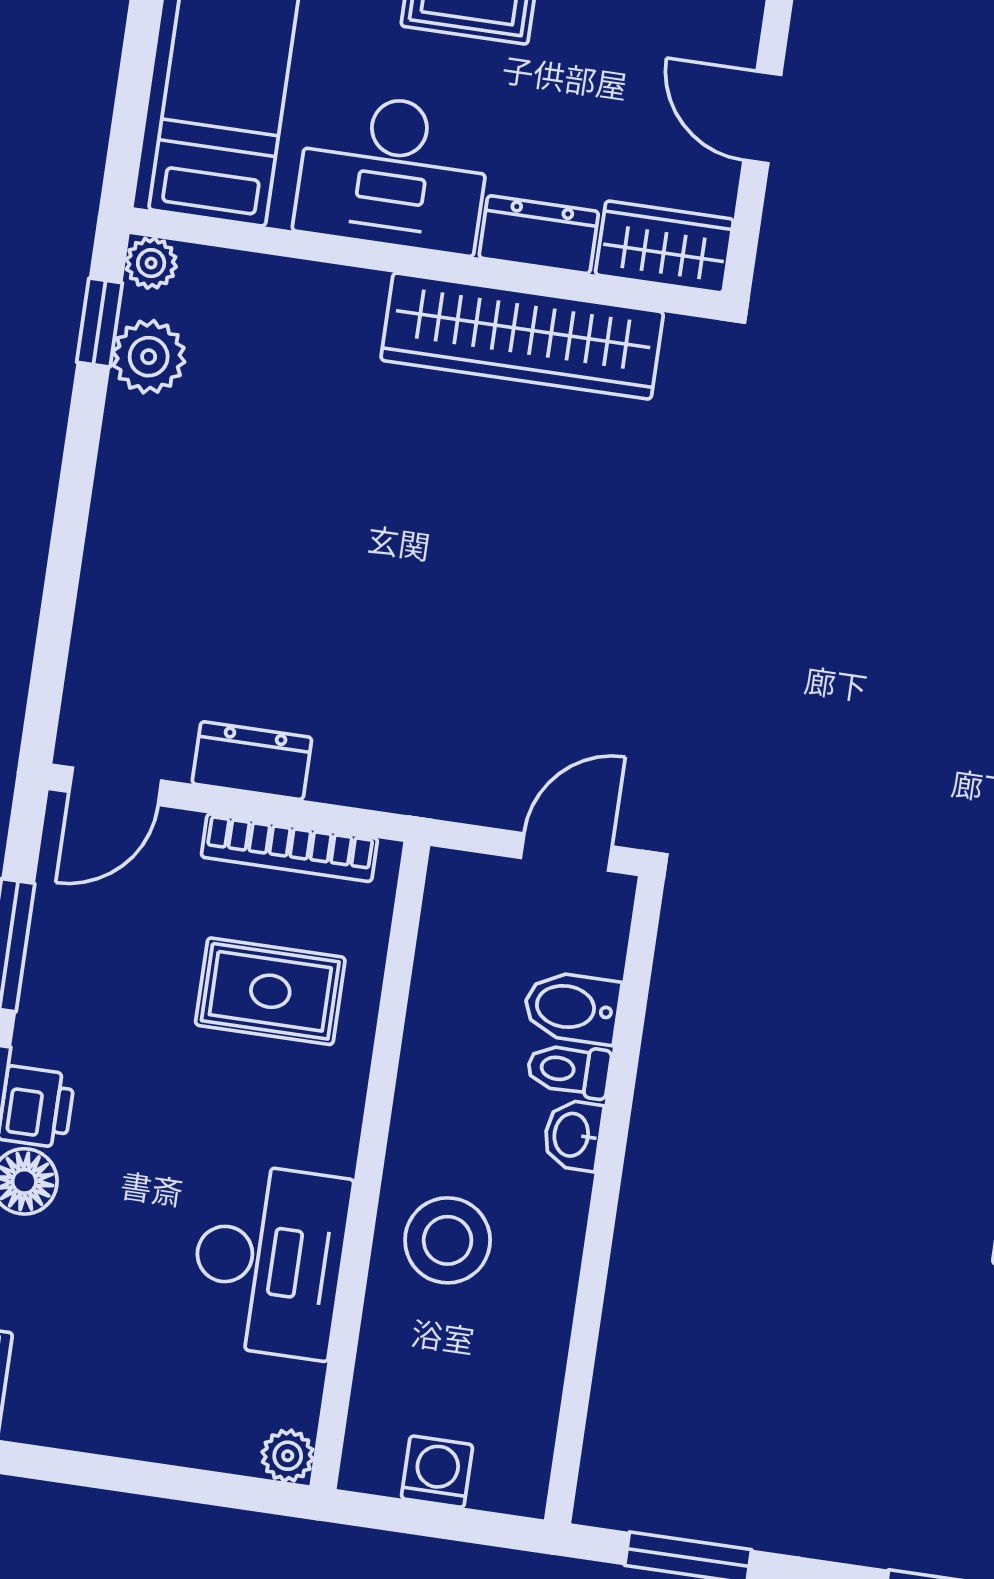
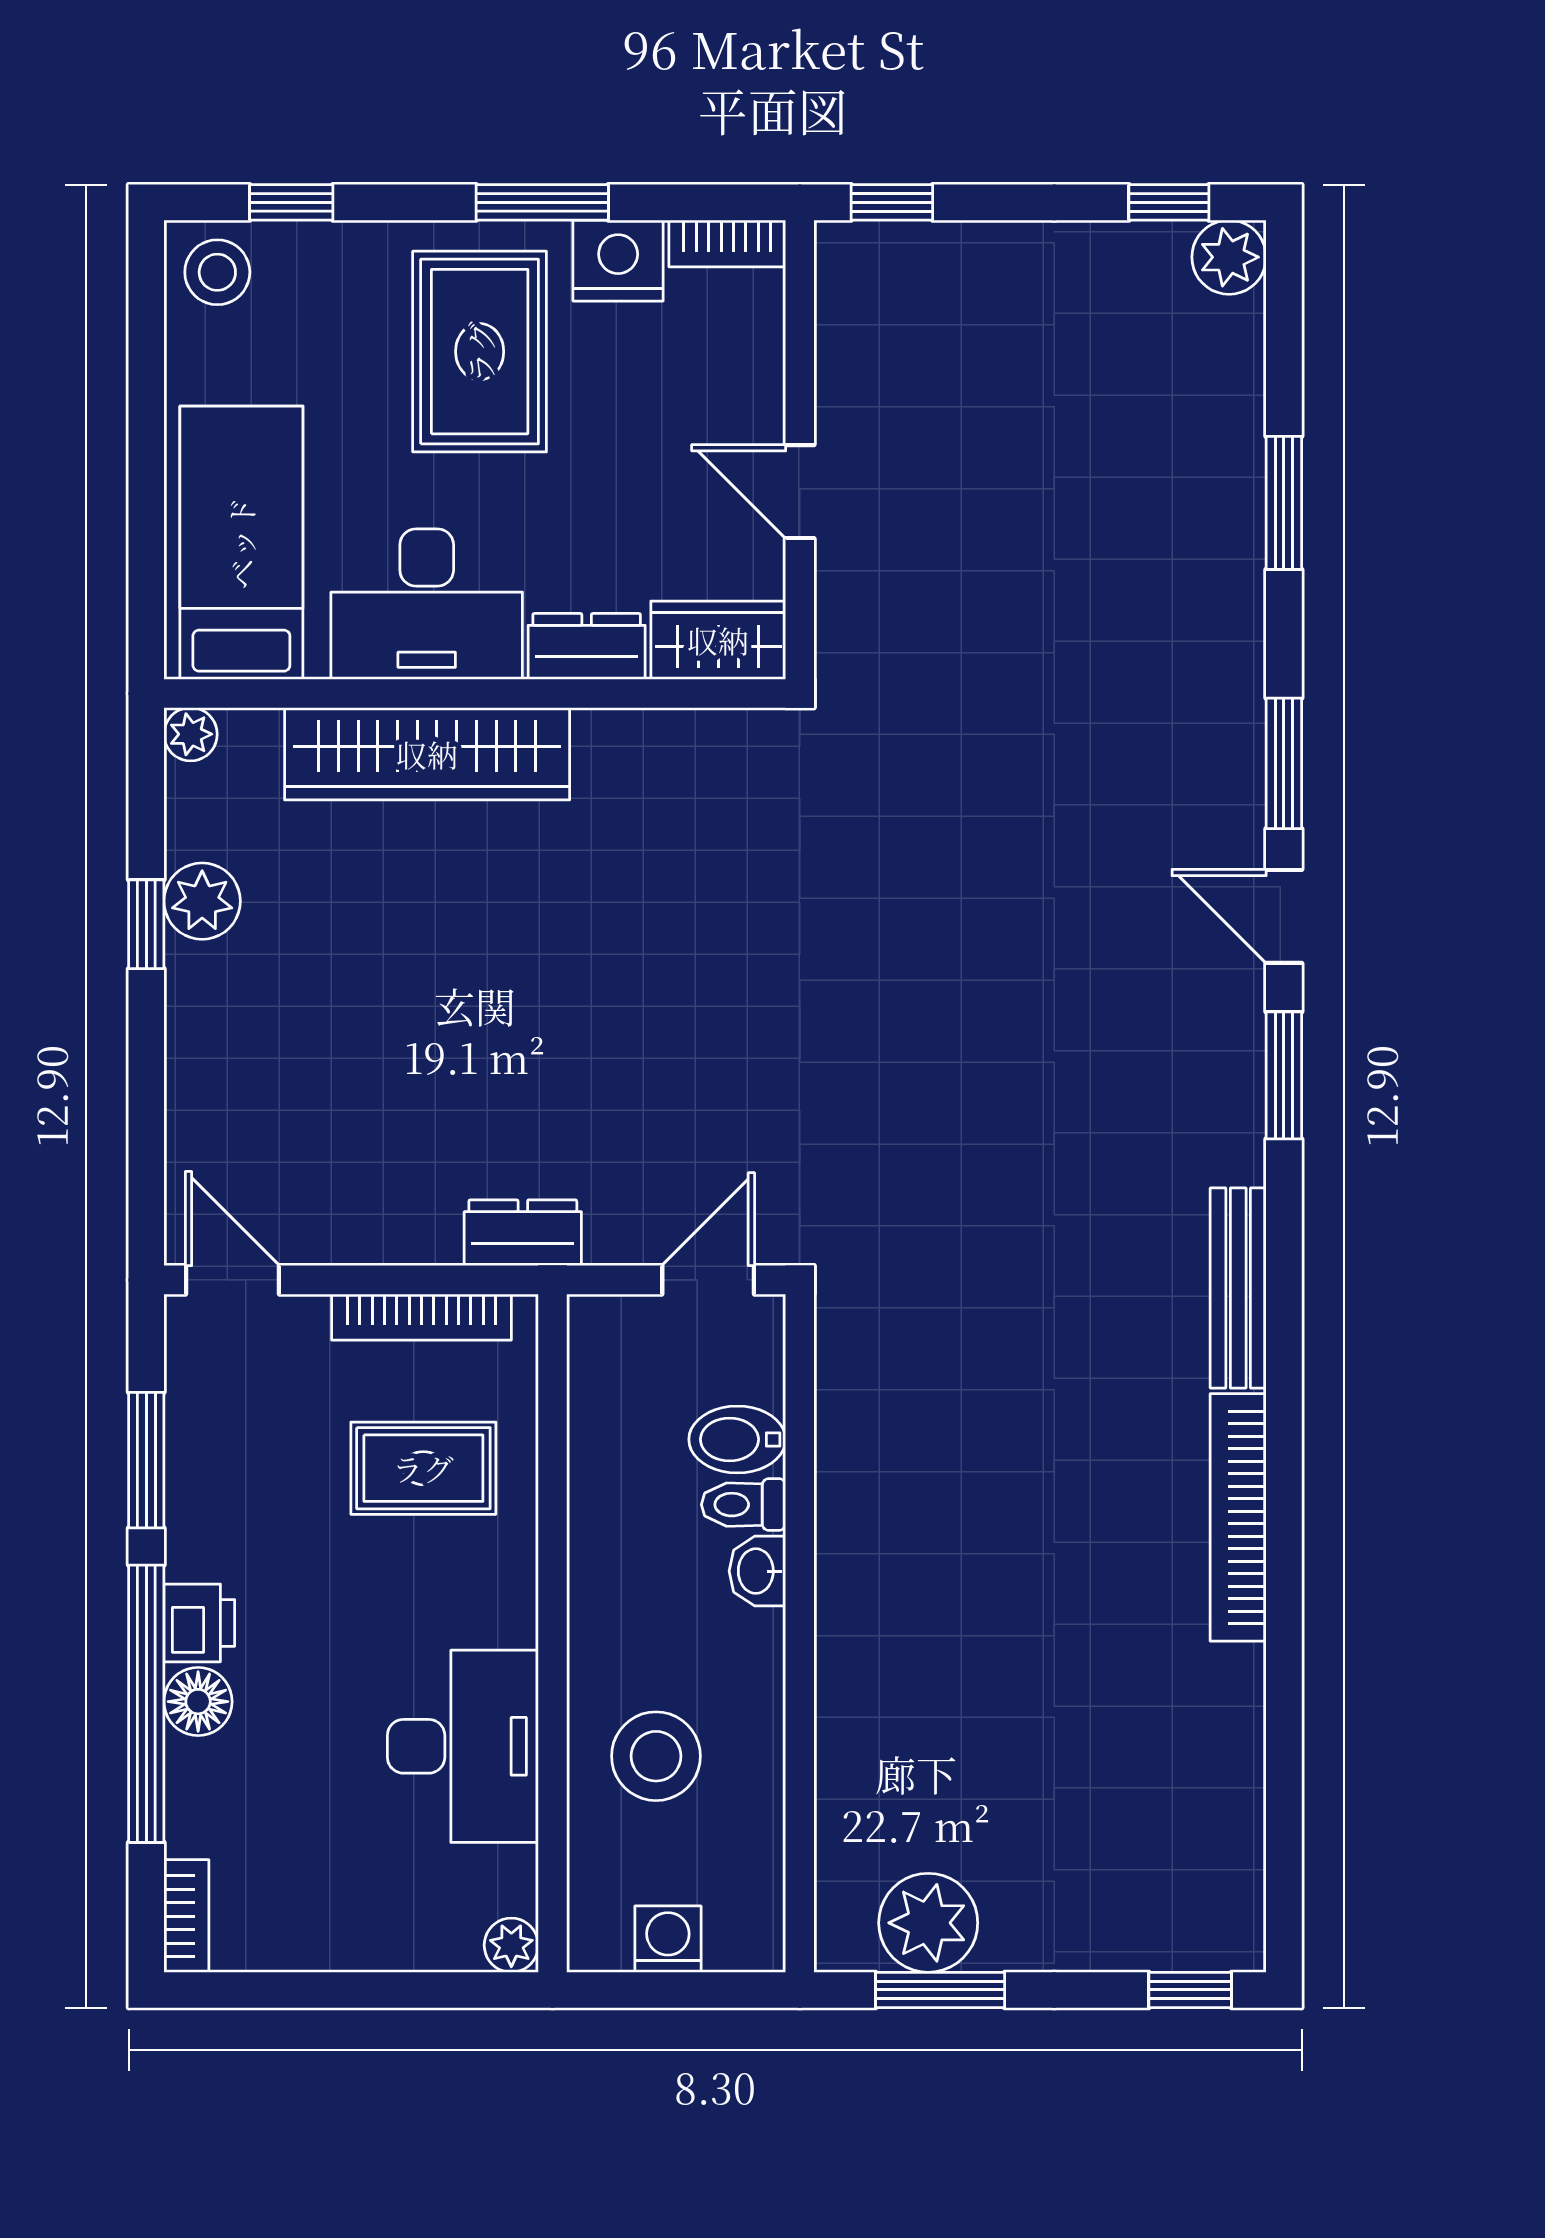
window: (99, 323) -> (146, 924), moved
wardrobe: (522, 336) -> (427, 754), moved
plant: (149, 357) -> (202, 901), moved
dresser: (252, 761) -> (523, 1233), moved
door: (115, 786) -> (232, 1280), swing flipped
stool: (448, 1240) -> (656, 1756), moved
plant: (686, 1492) -> (928, 1923), added

